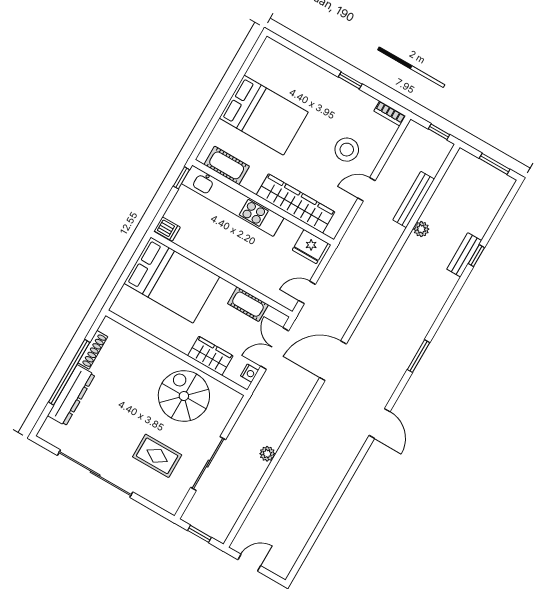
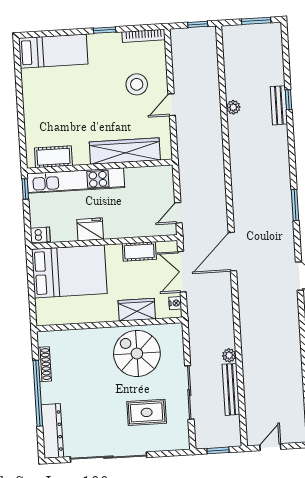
bookcase: (390, 113) -> (144, 36), width x1.56
bed: (264, 115) -> (53, 51), moved, width x0.67
bench: (414, 199) -> (231, 389), moved
fridge: (310, 247) -> (90, 229), moved, turned 180
dresser: (71, 395) -> (52, 431), moved

